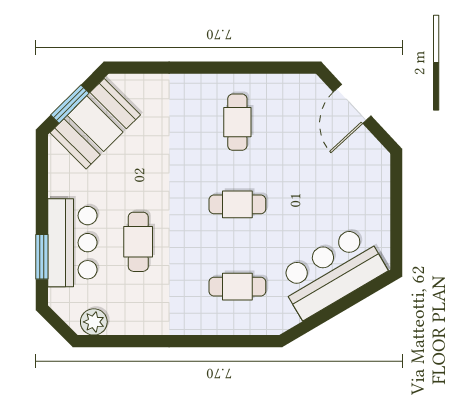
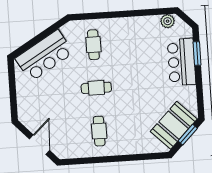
cafe table: (138, 242) -> (147, 65), removed
cafe table: (237, 287) -> (93, 45), turned 90

